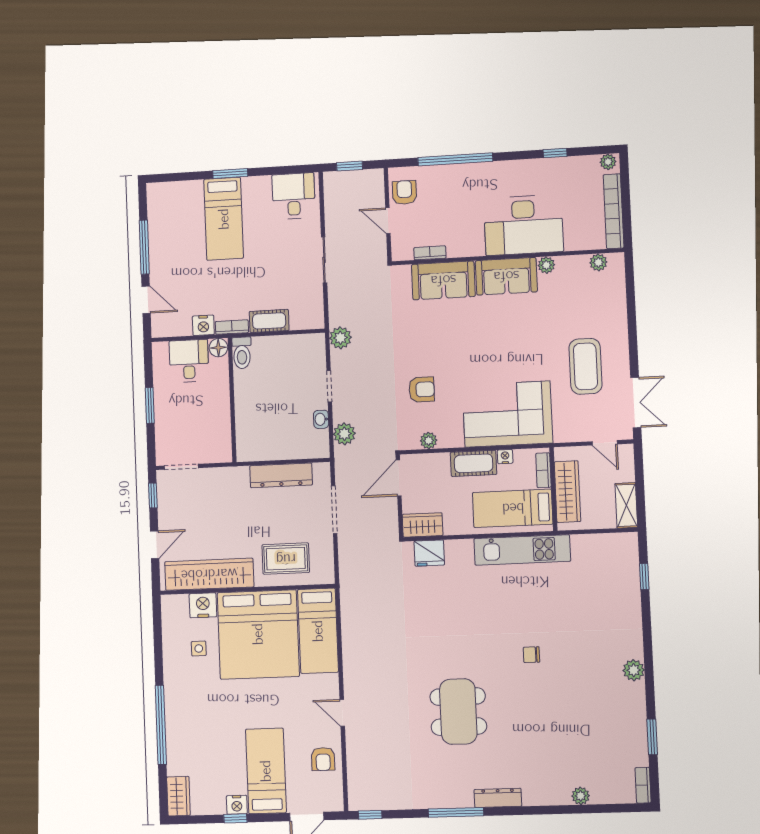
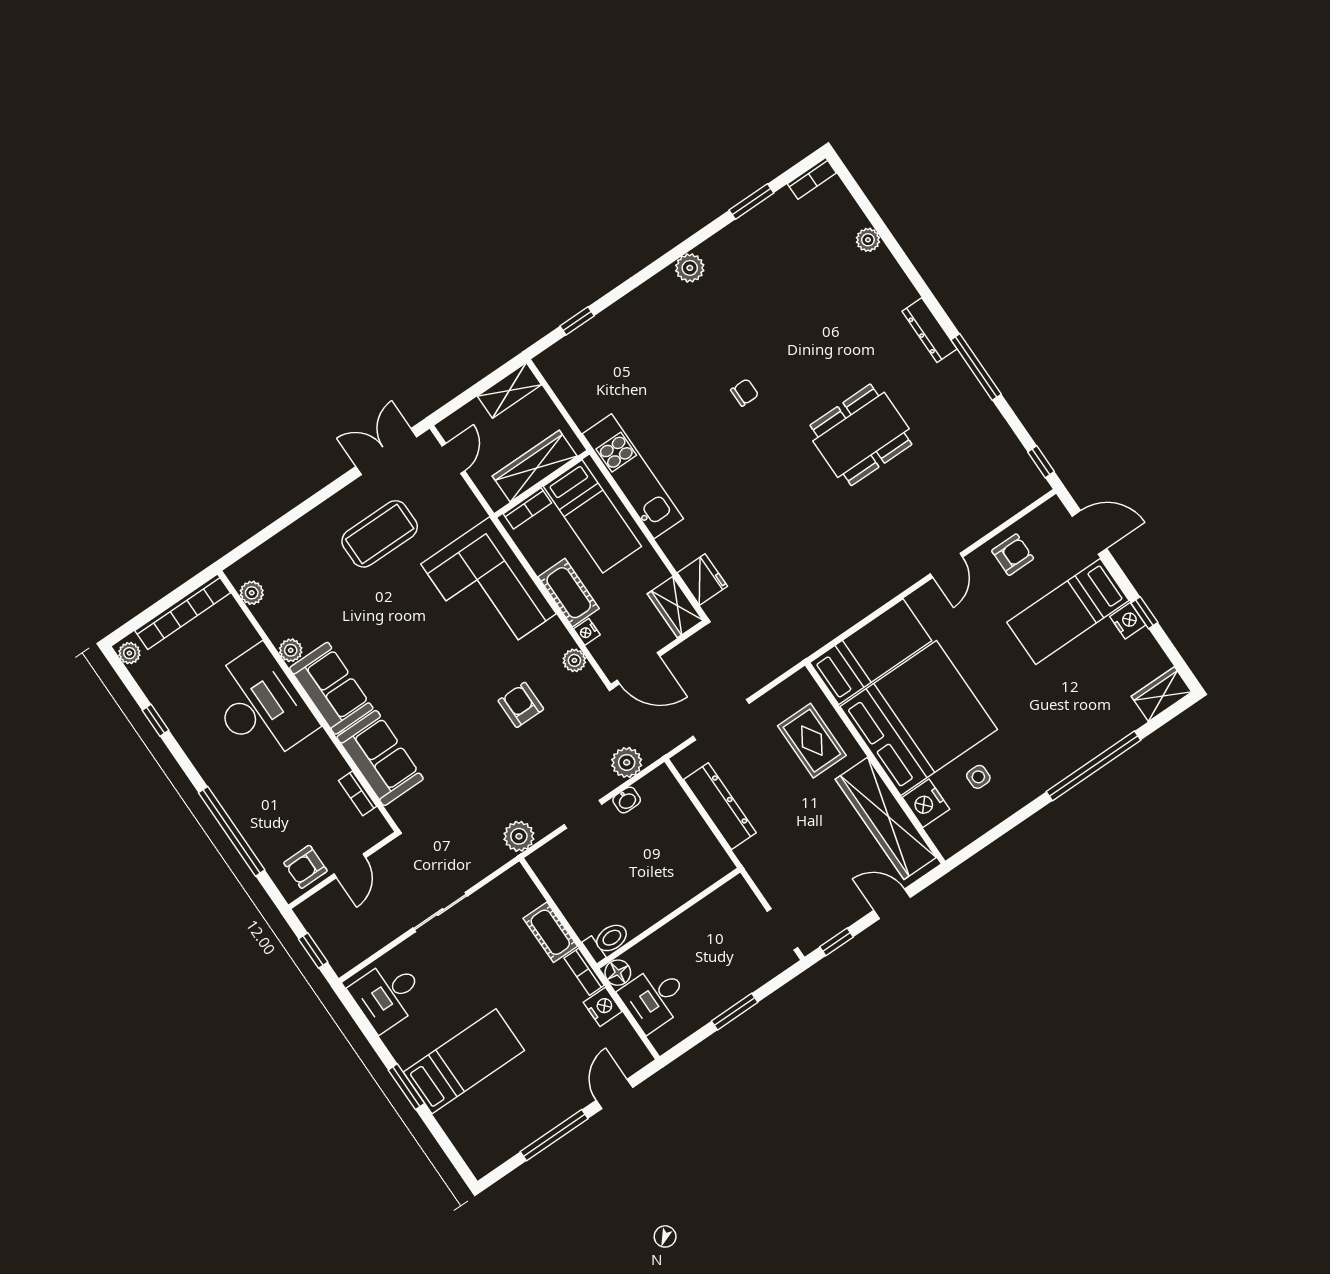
nightstand: (505, 457) -> (587, 632), moved
chair: (531, 655) -> (745, 392), turned -90

